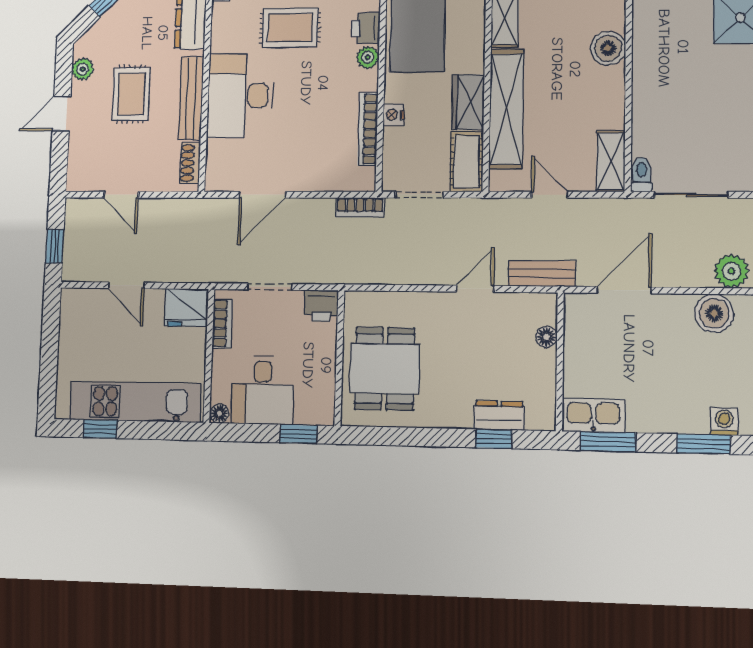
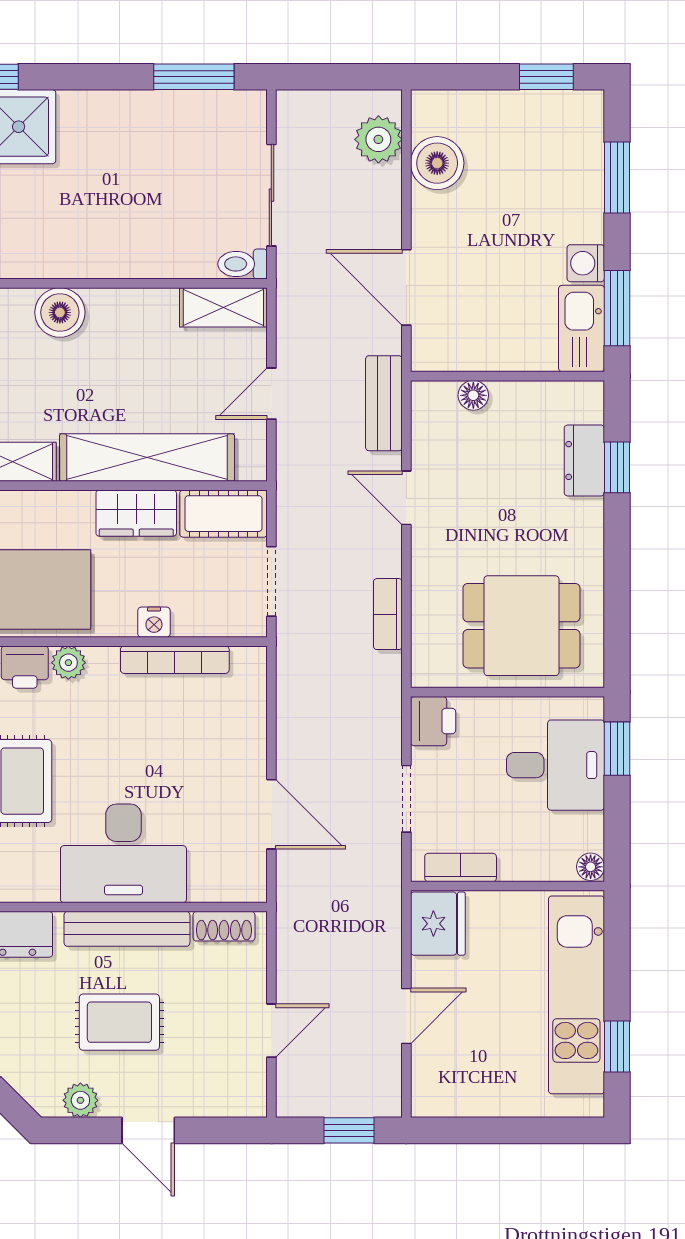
bookcase: (360, 207) -> (388, 614), moved, turned 180
desk: (262, 390) -> (555, 765), moved
washing machine: (724, 422) -> (586, 263), moved

